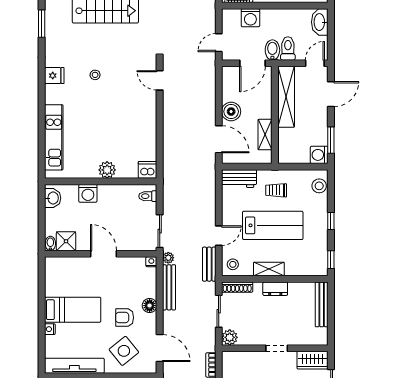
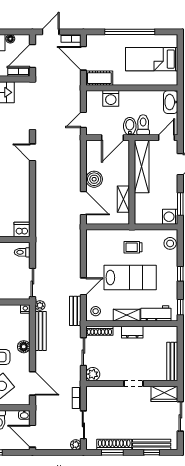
workbench: (239, 179) -> (156, 313), moved, turned 180
bench: (322, 304) -> (172, 361), moved

